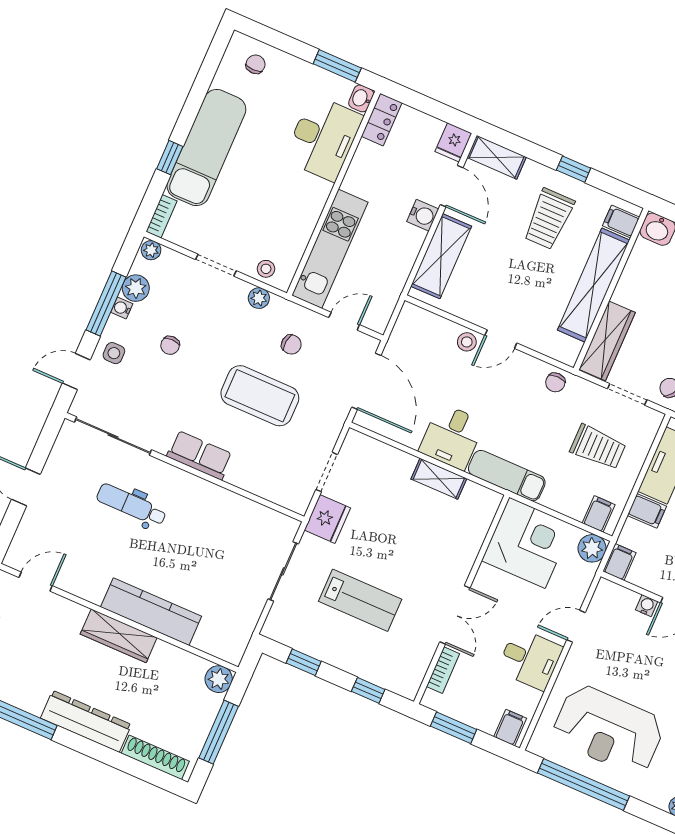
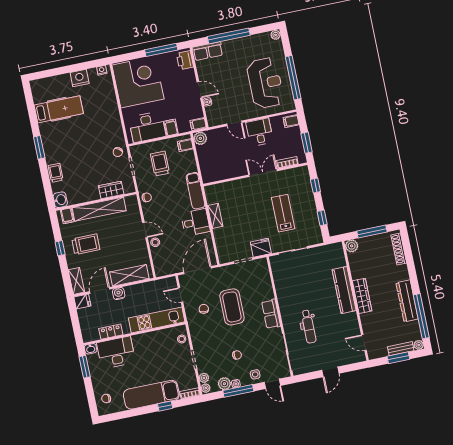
locker: (382, 120) -> (111, 332), moved
plant: (259, 298) -> (204, 378), moved
wardrobe: (607, 341) -> (111, 190), width x0.67
corner desk: (527, 543) -> (216, 165), removed
dresser: (86, 721) -> (407, 301), moved

